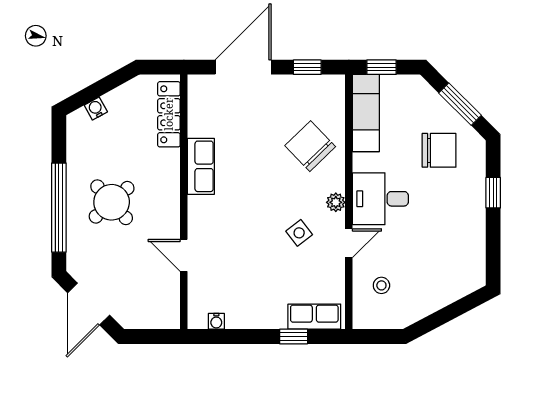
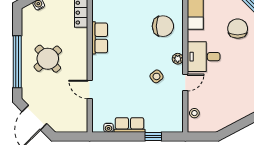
chair: (310, 146) -> (163, 26), turned 134
chair: (439, 150) -> (238, 29), turned -90
stool: (381, 285) -> (194, 113), moved
row of seats: (314, 317) -> (129, 125), moved

